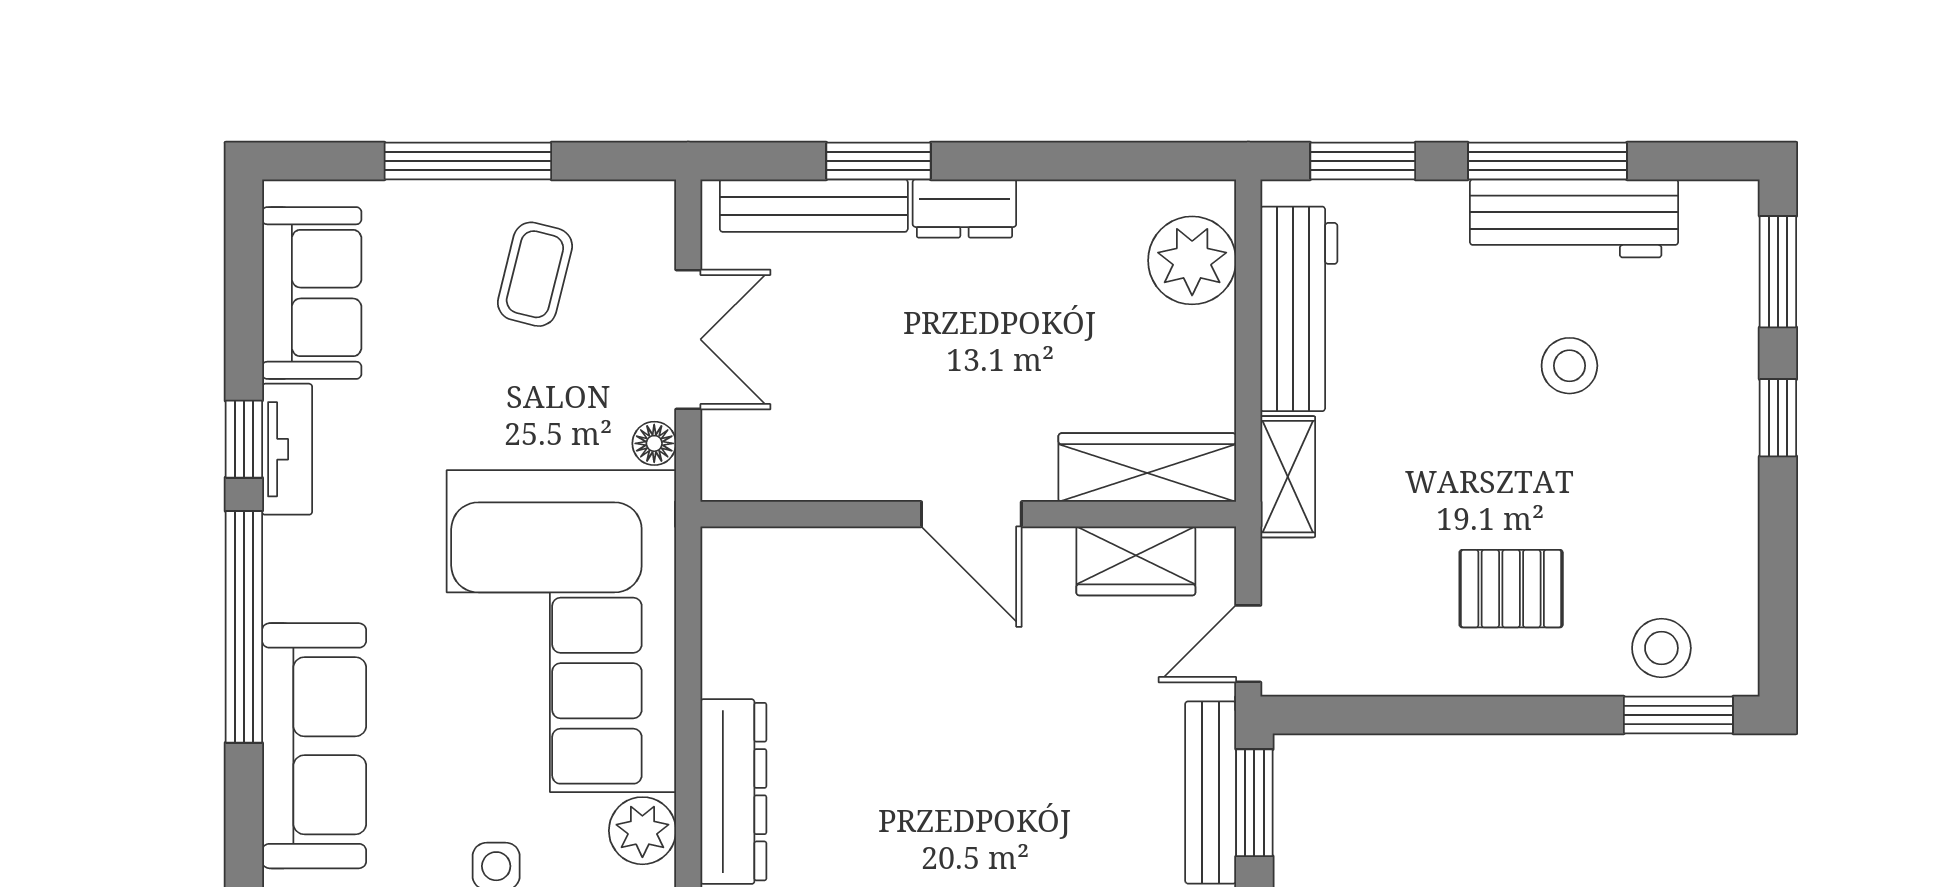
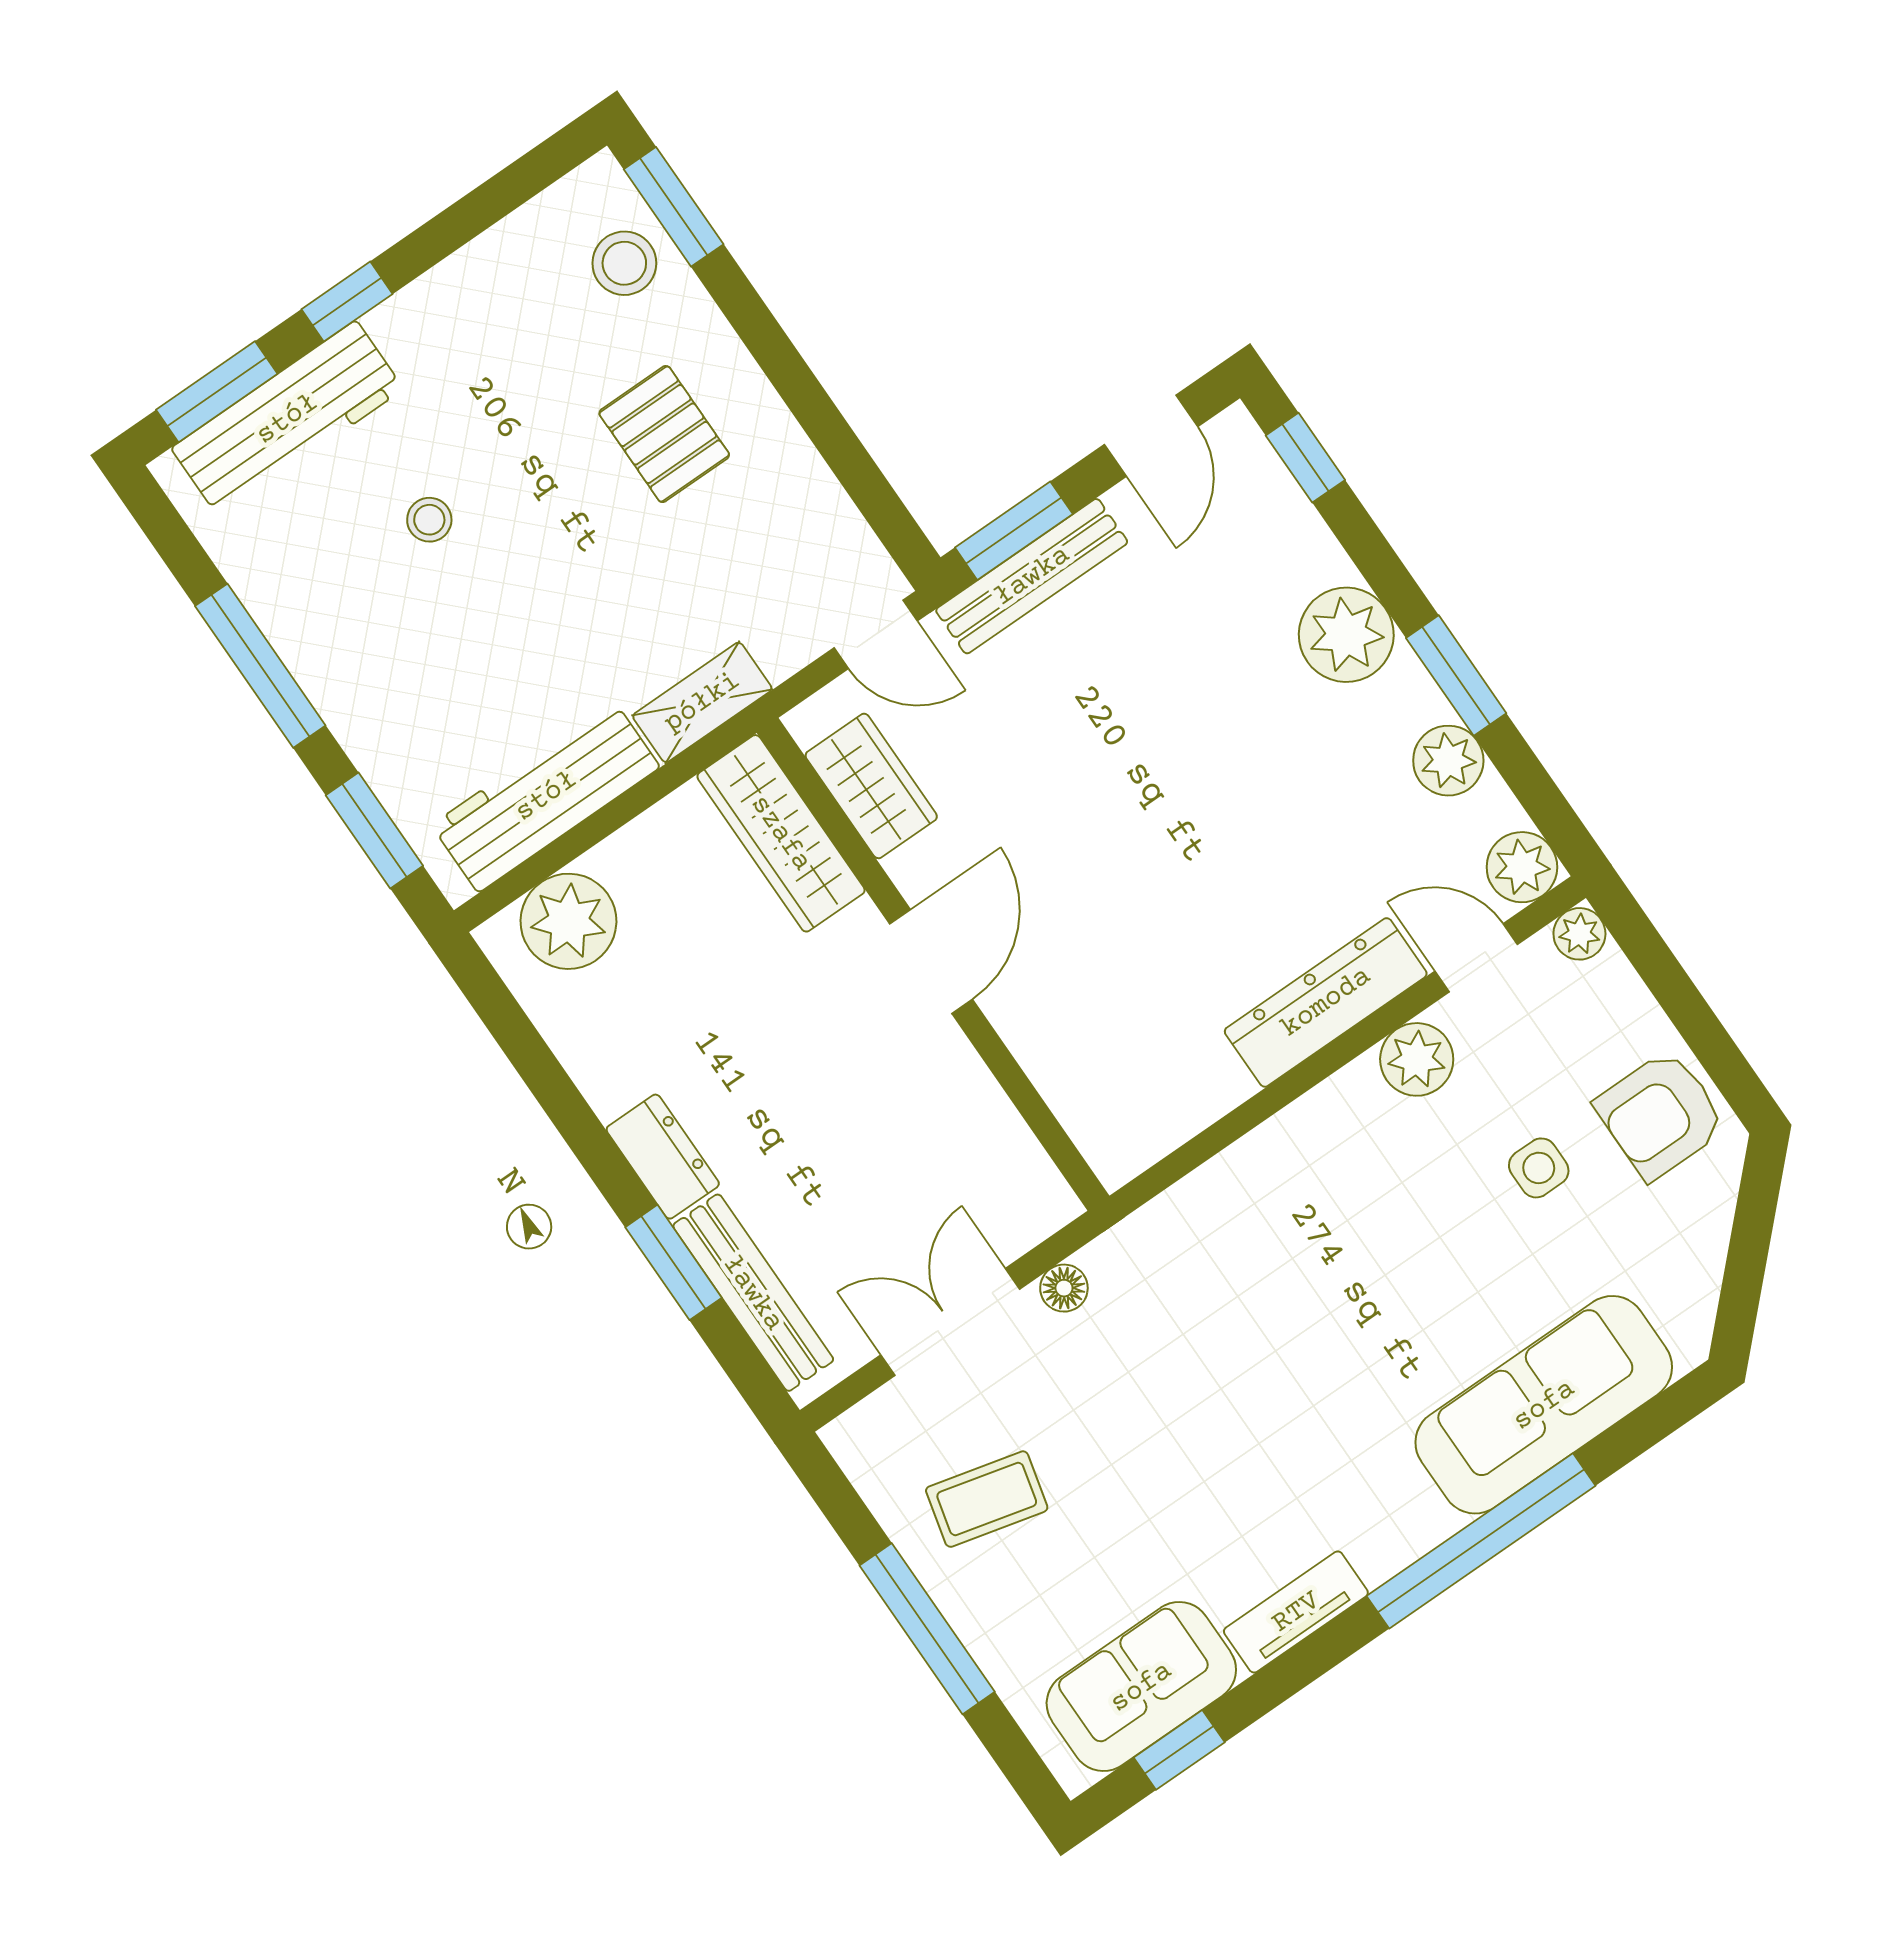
workbench: (1574, 218) -> (287, 419), moved, turned 90
stool: (1569, 366) -> (429, 520), width x0.73, depth x0.73
window: (244, 439) -> (1179, 1750), moved
corner sofa: (561, 631) -> (1289, 1255), removed

